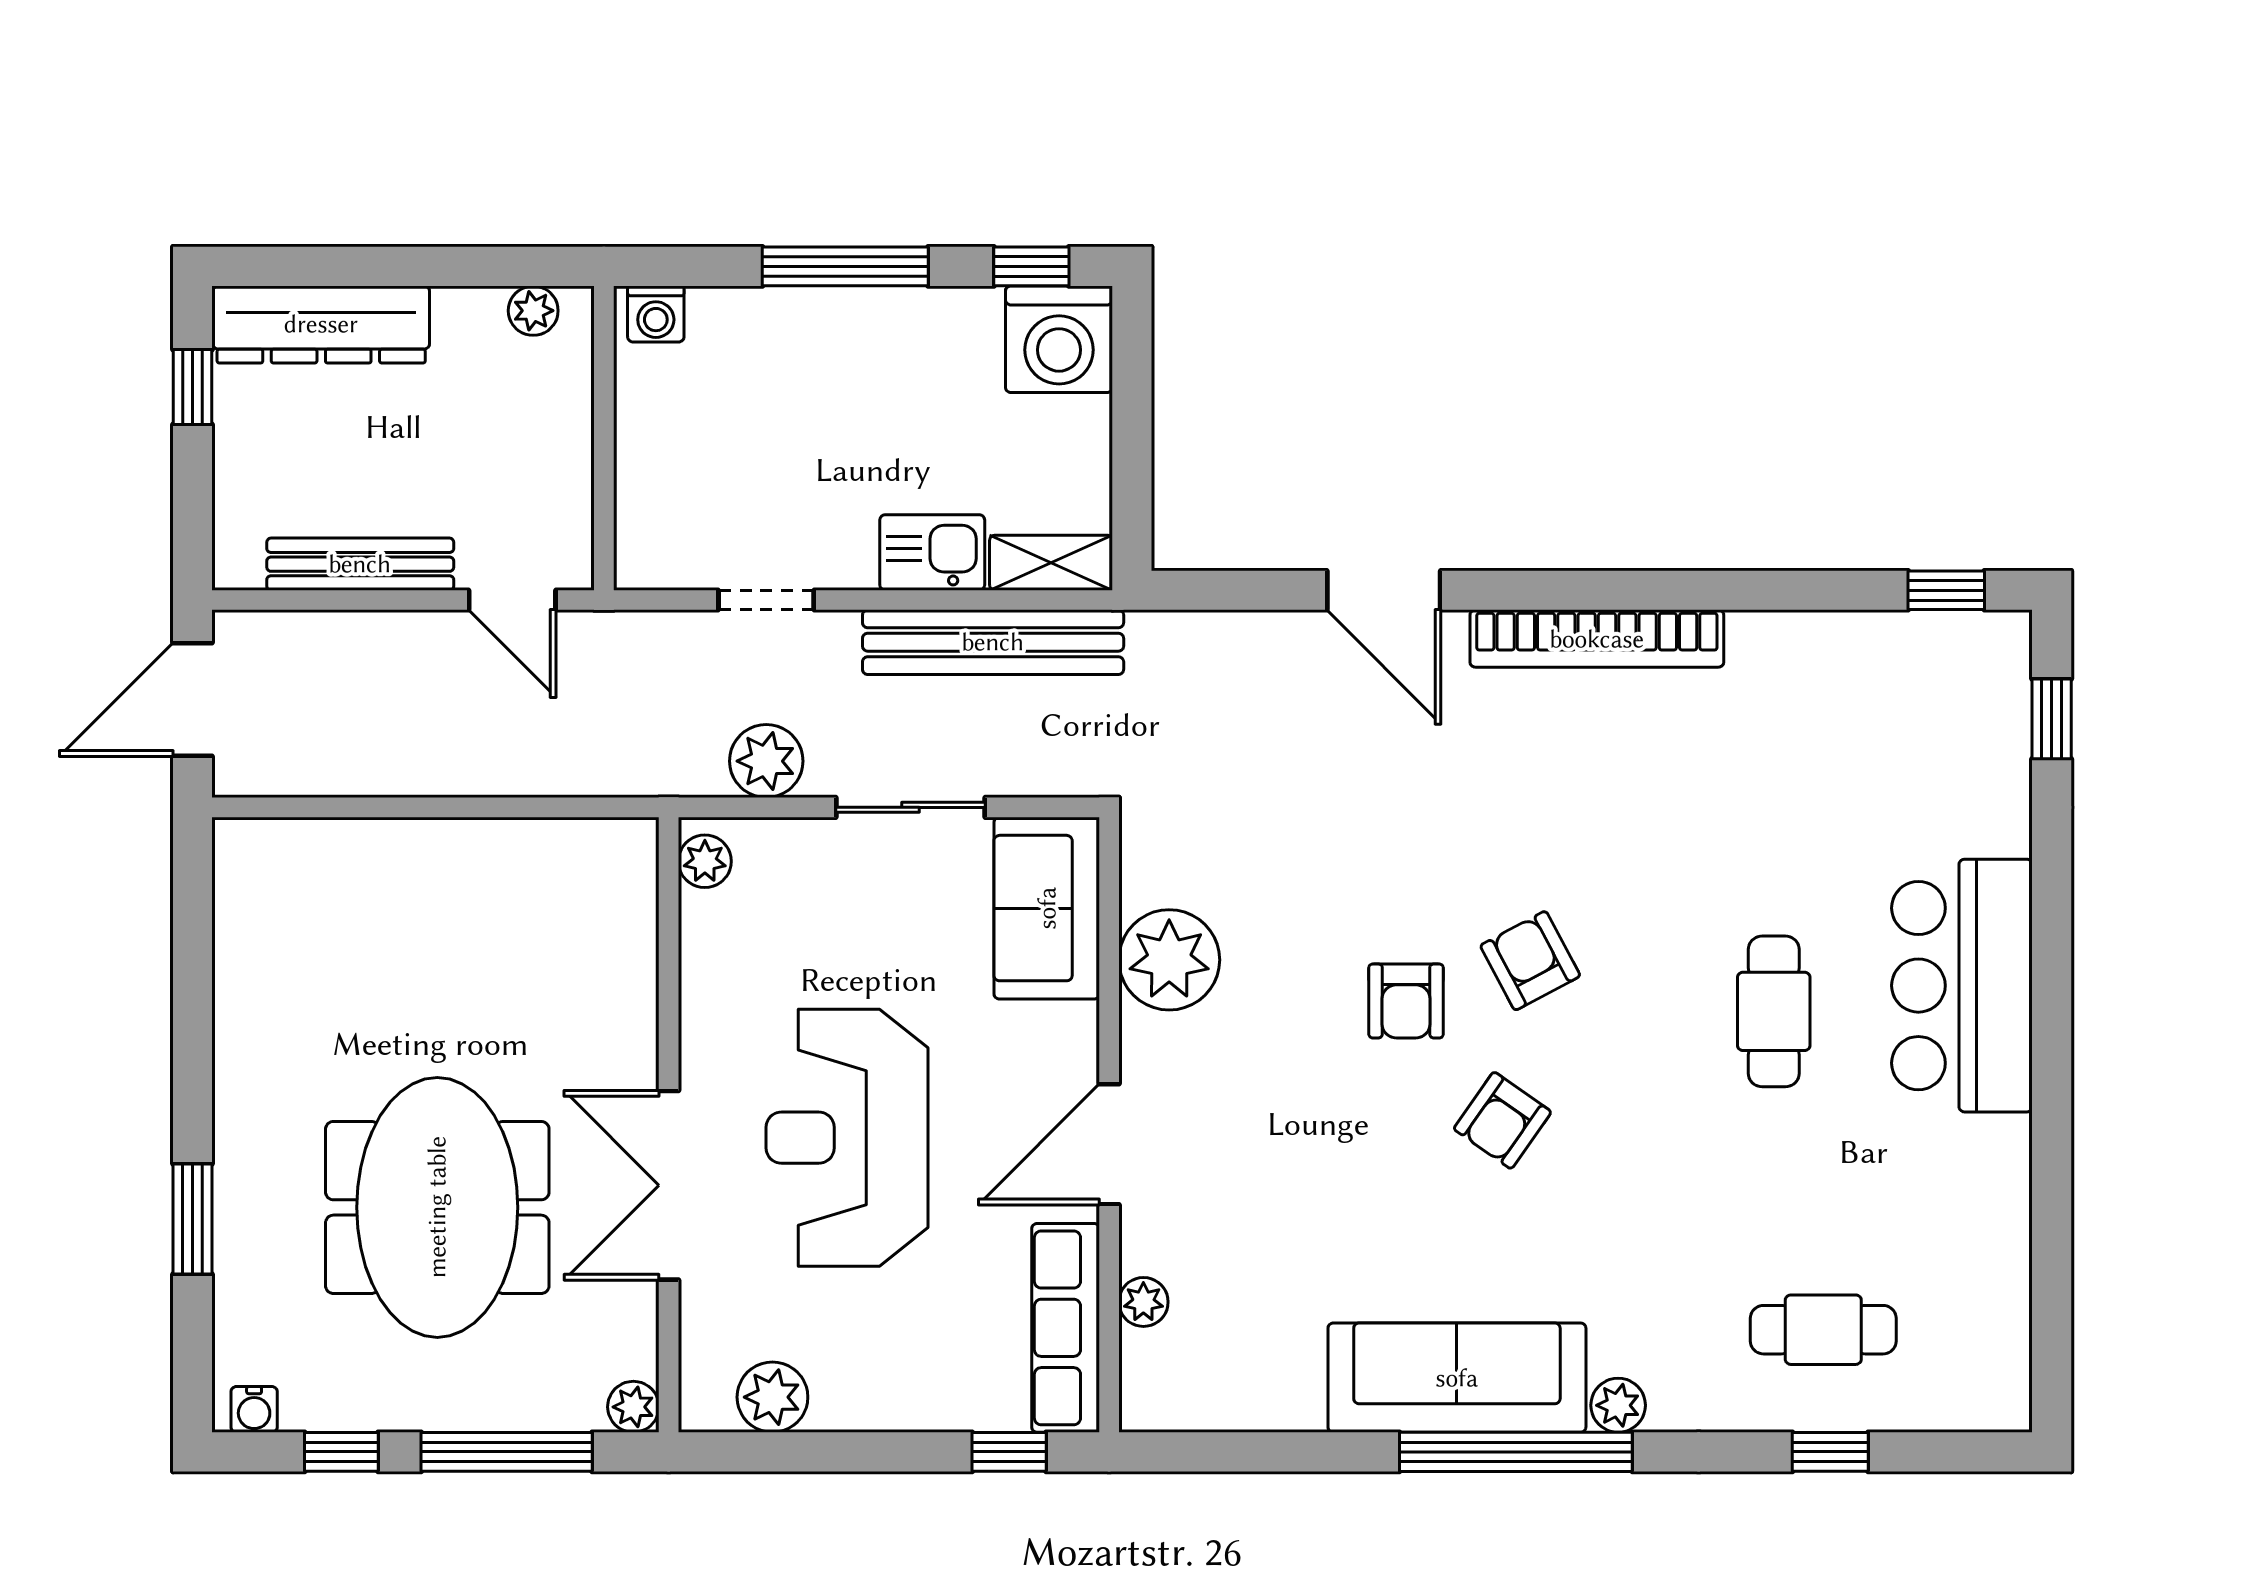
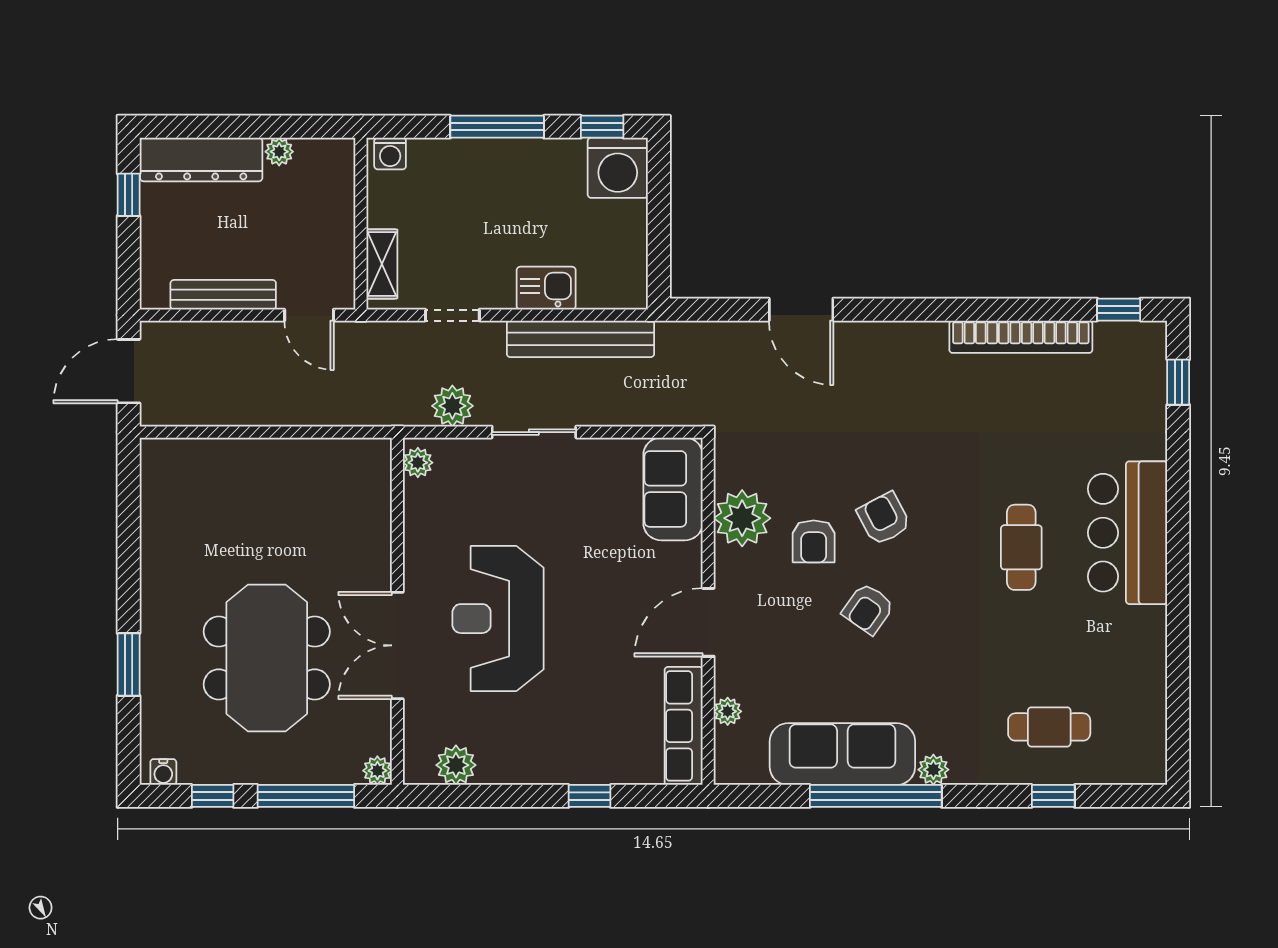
plant: (533, 311) -> (279, 152), moved
shelving: (1051, 563) -> (382, 264), moved, turned 90
bookcase: (1597, 639) -> (1021, 337), moved
sofa: (1047, 908) -> (673, 489), moved
plant: (1169, 960) -> (742, 518), moved
wall: (1109, 1125) -> (708, 611), moved
door: (1109, 1144) -> (708, 622), moved
plant: (1143, 1302) -> (728, 711), moved
row of seats: (1066, 1328) -> (684, 726), moved

